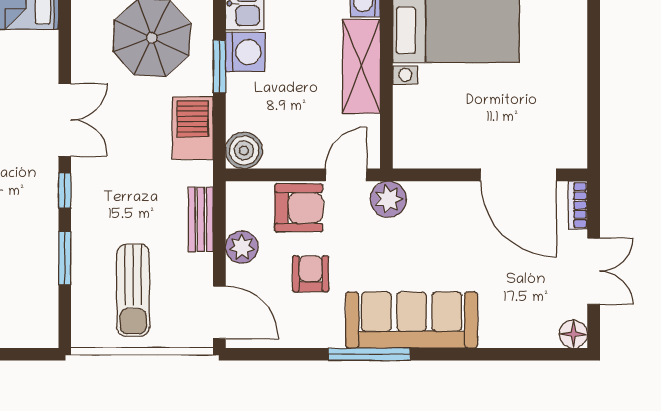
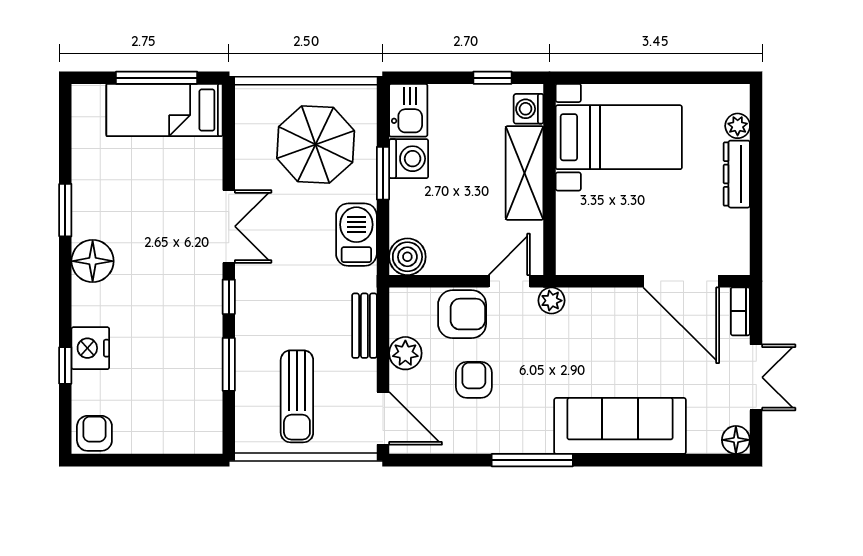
plant: (575, 19) -> (738, 126), added
dresser: (574, 67) -> (737, 174), added
plant: (388, 199) -> (551, 301), width x0.73, depth x0.73
sofa: (412, 320) -> (620, 426), moved

